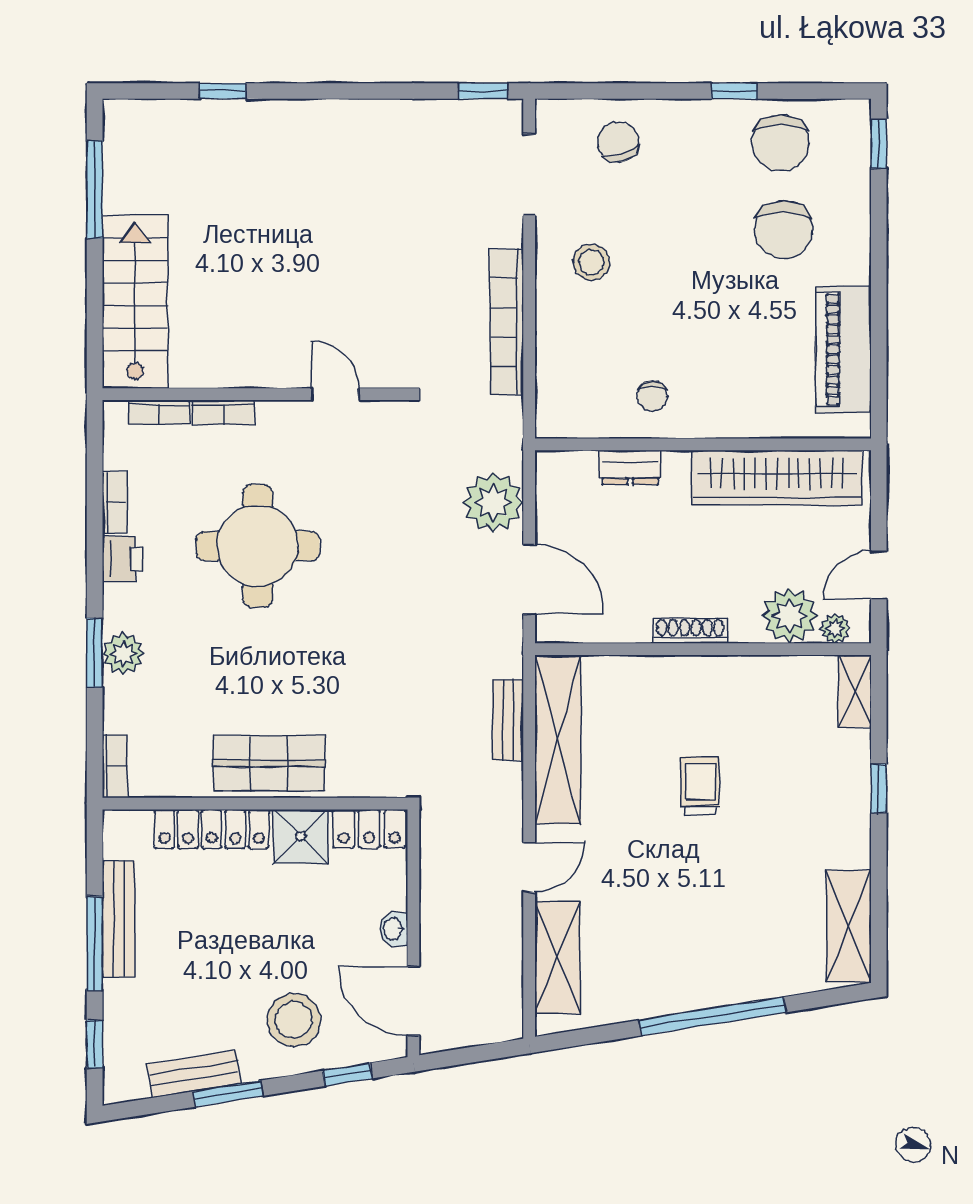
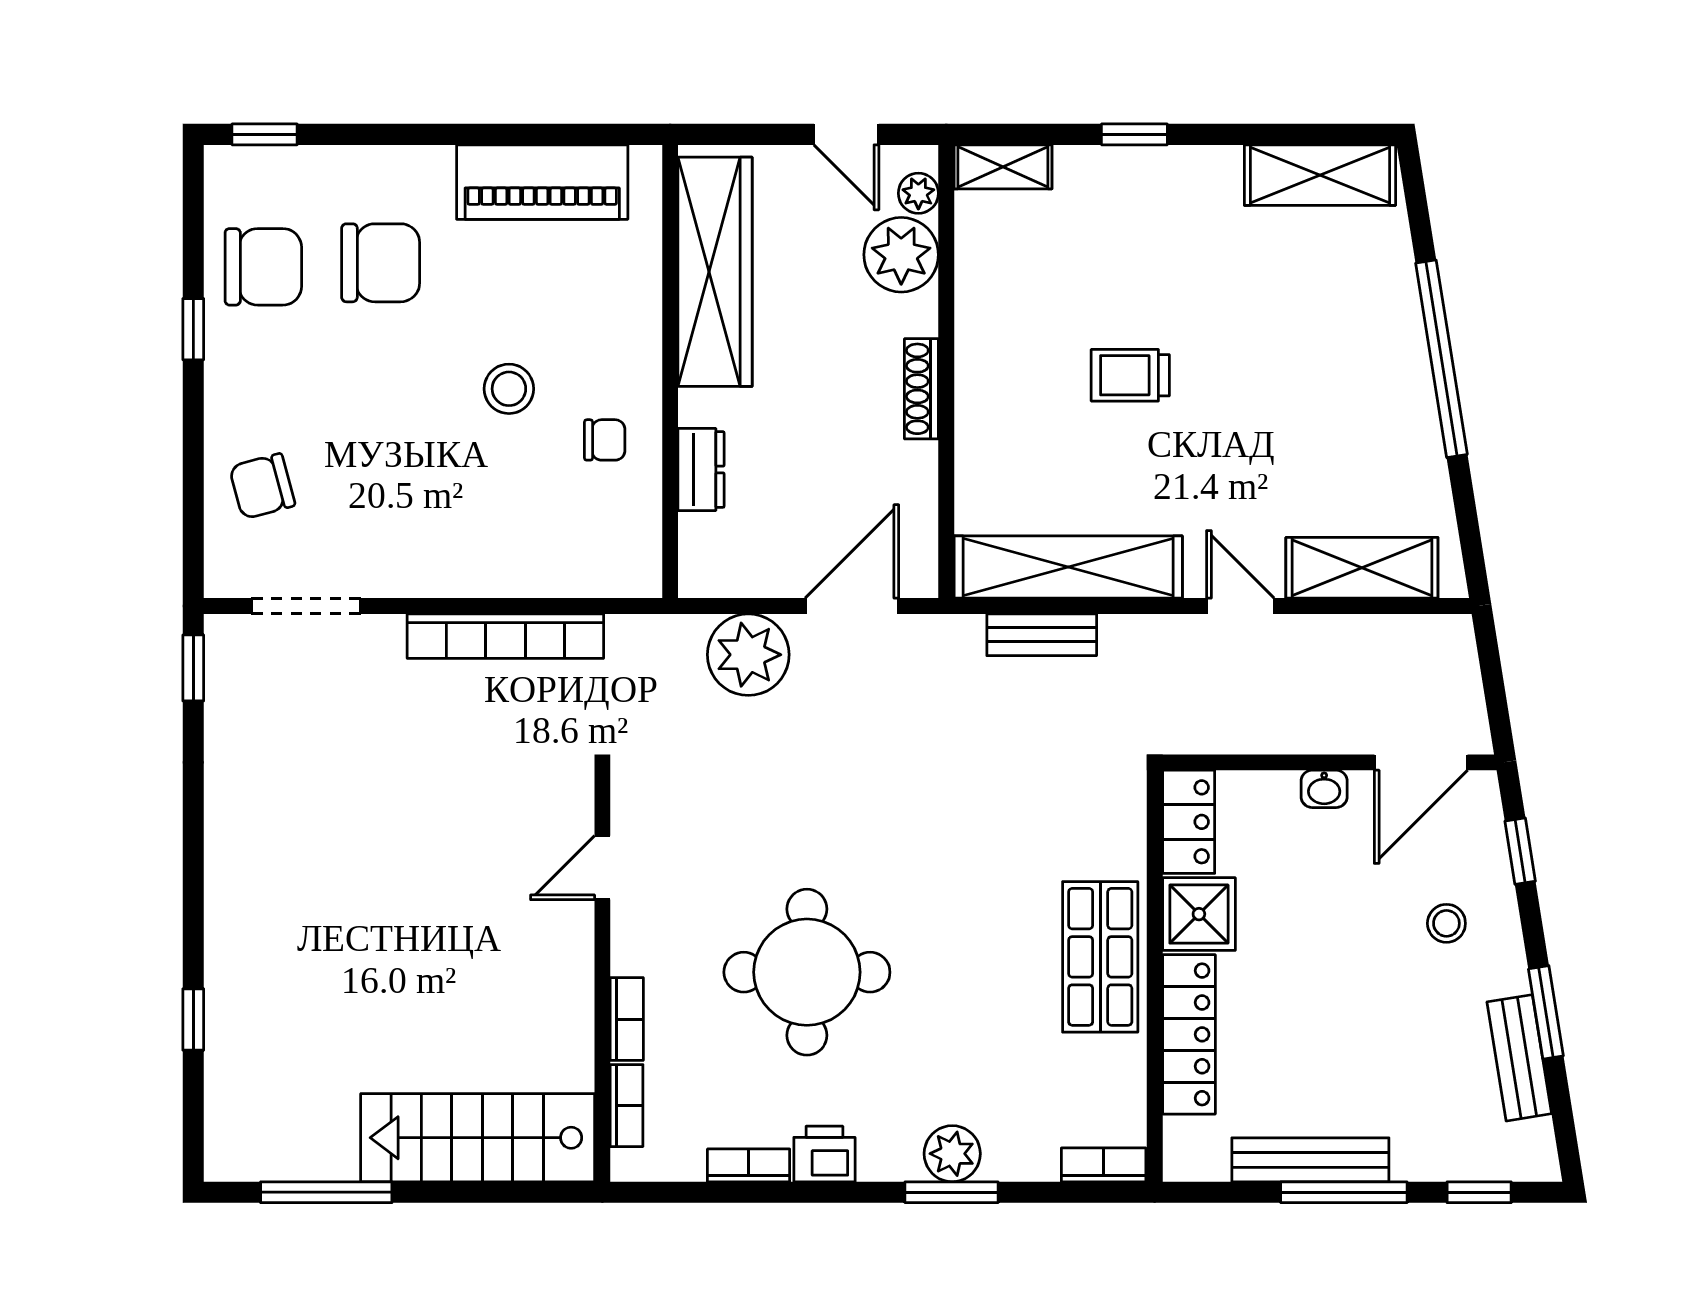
stool: (591, 262) -> (509, 389), moved
stool: (294, 1020) -> (1446, 923), width x0.53, depth x0.53

